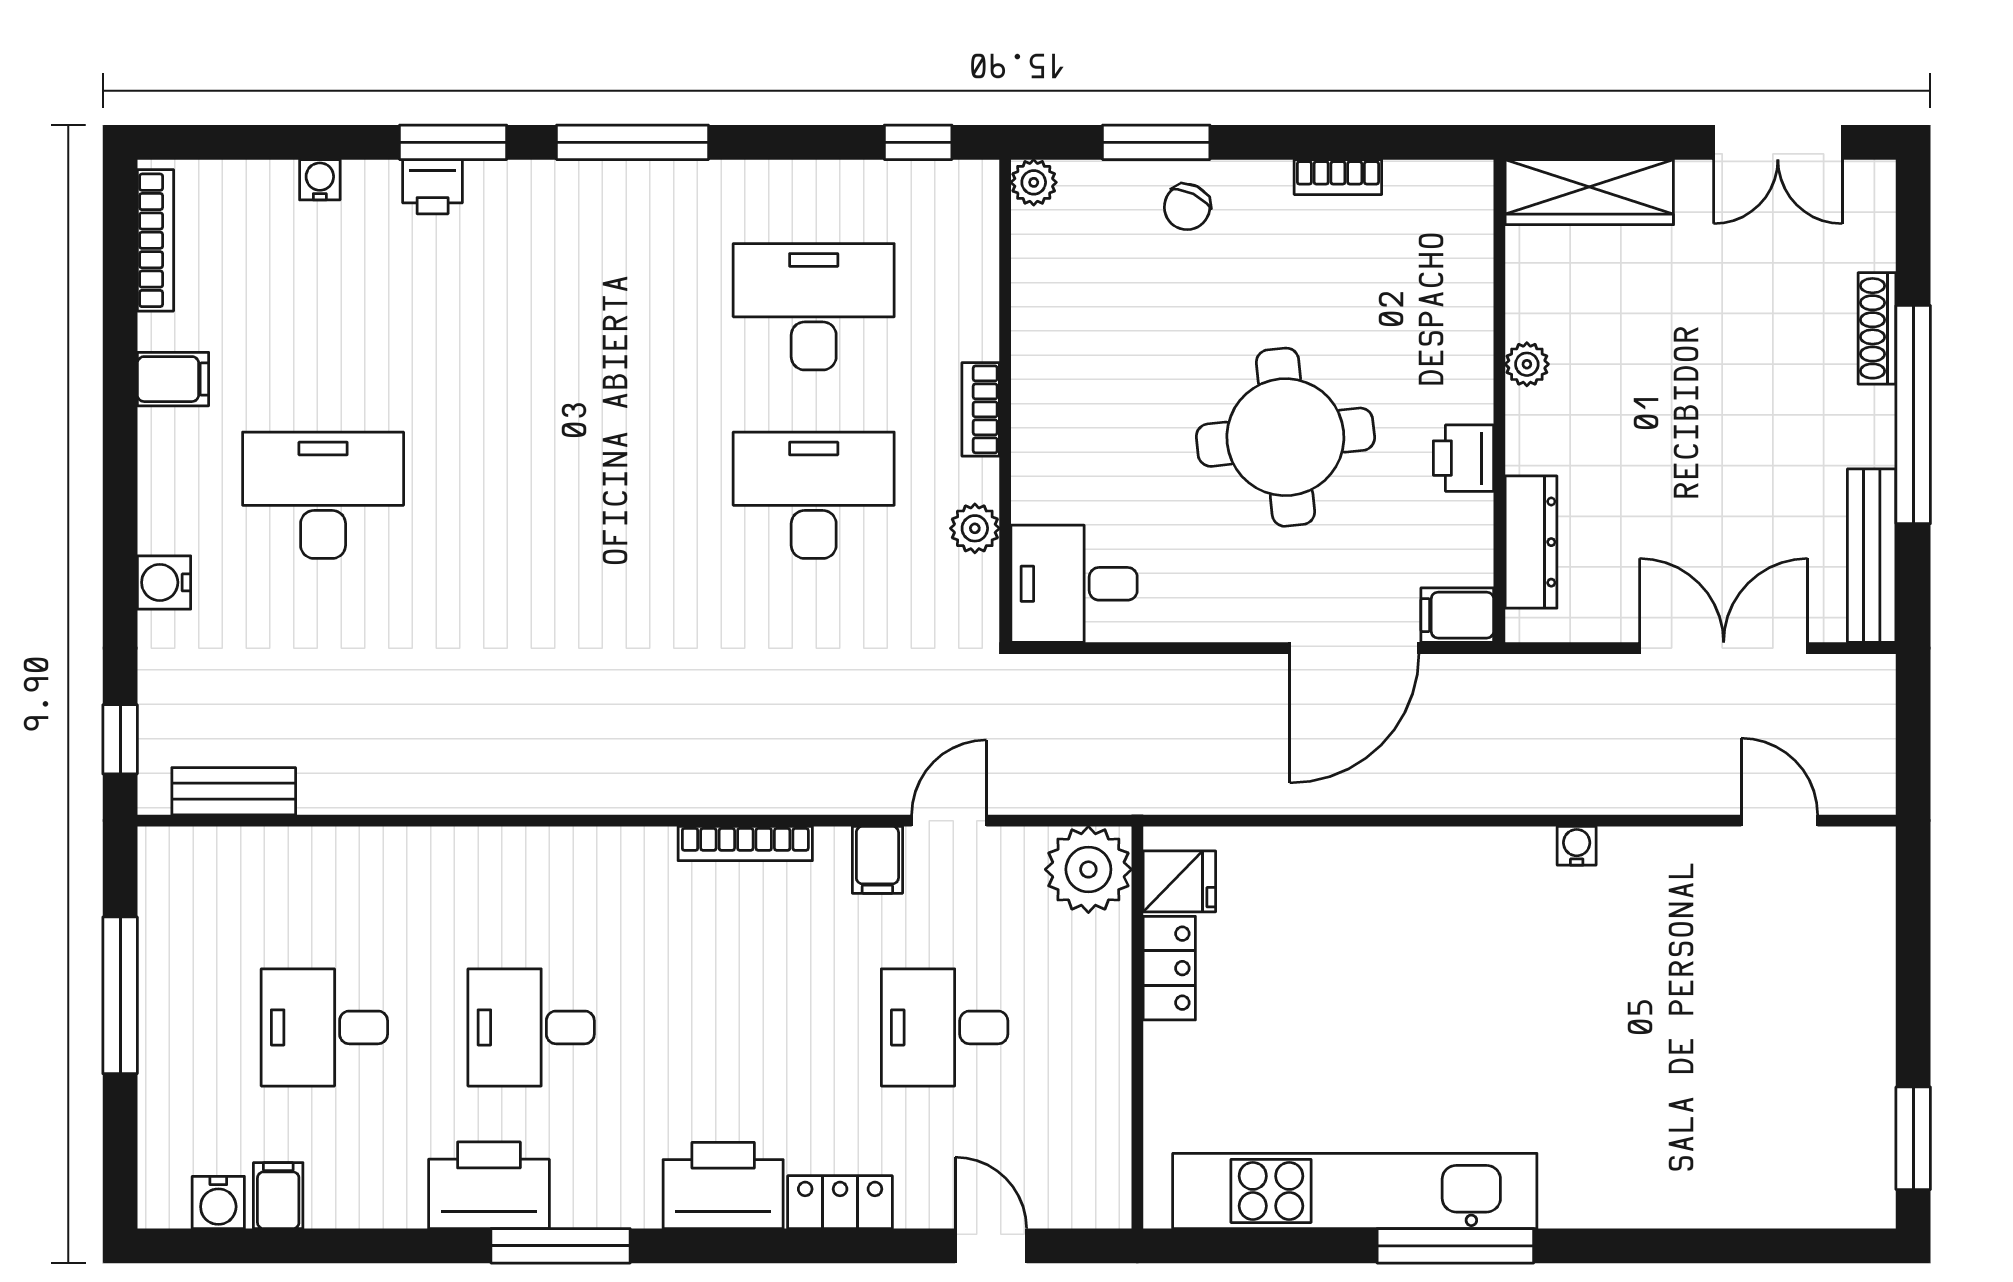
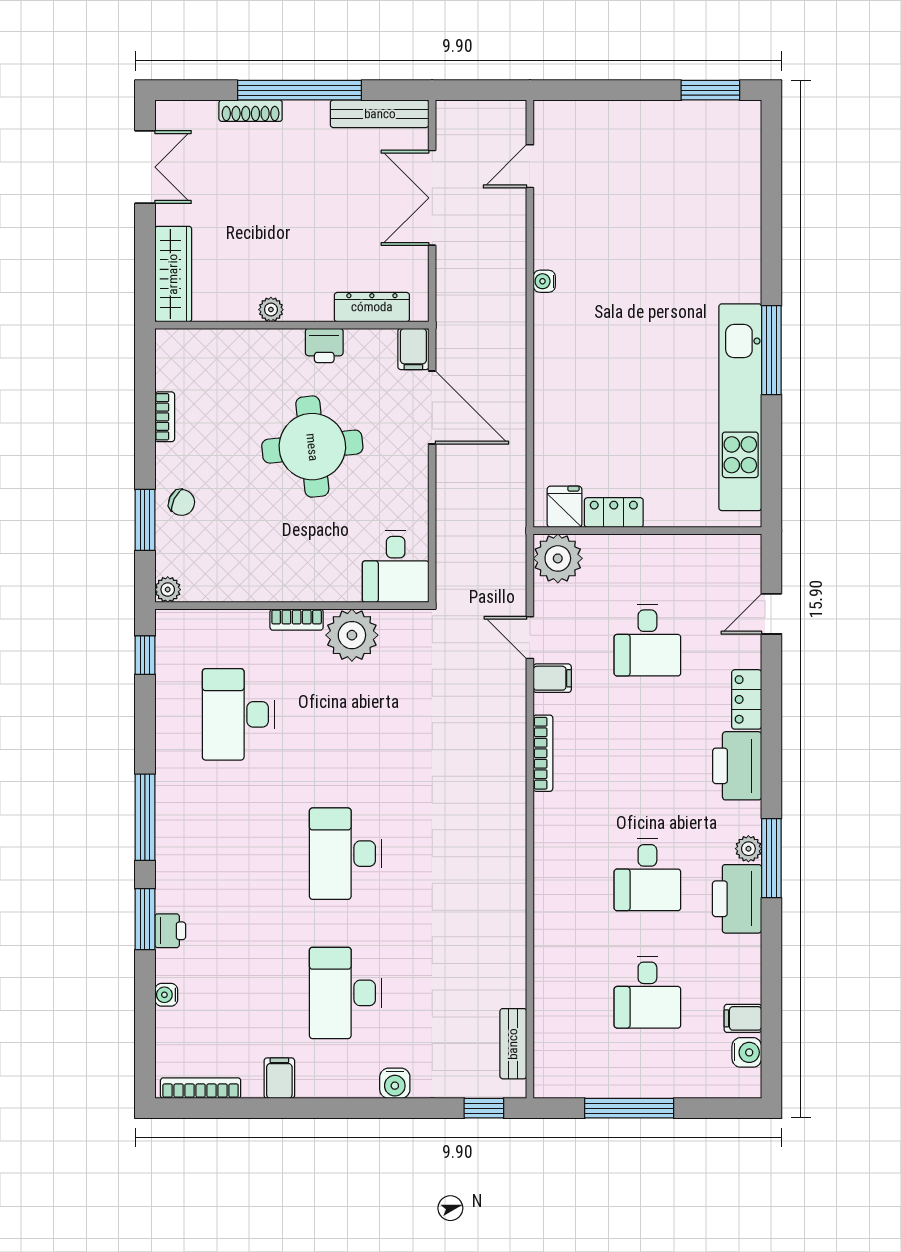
desk: (814, 495) -> (345, 854), moved
plant: (975, 528) -> (352, 635), width x1.87, depth x1.87
plant: (577, 1205) -> (748, 849), added

